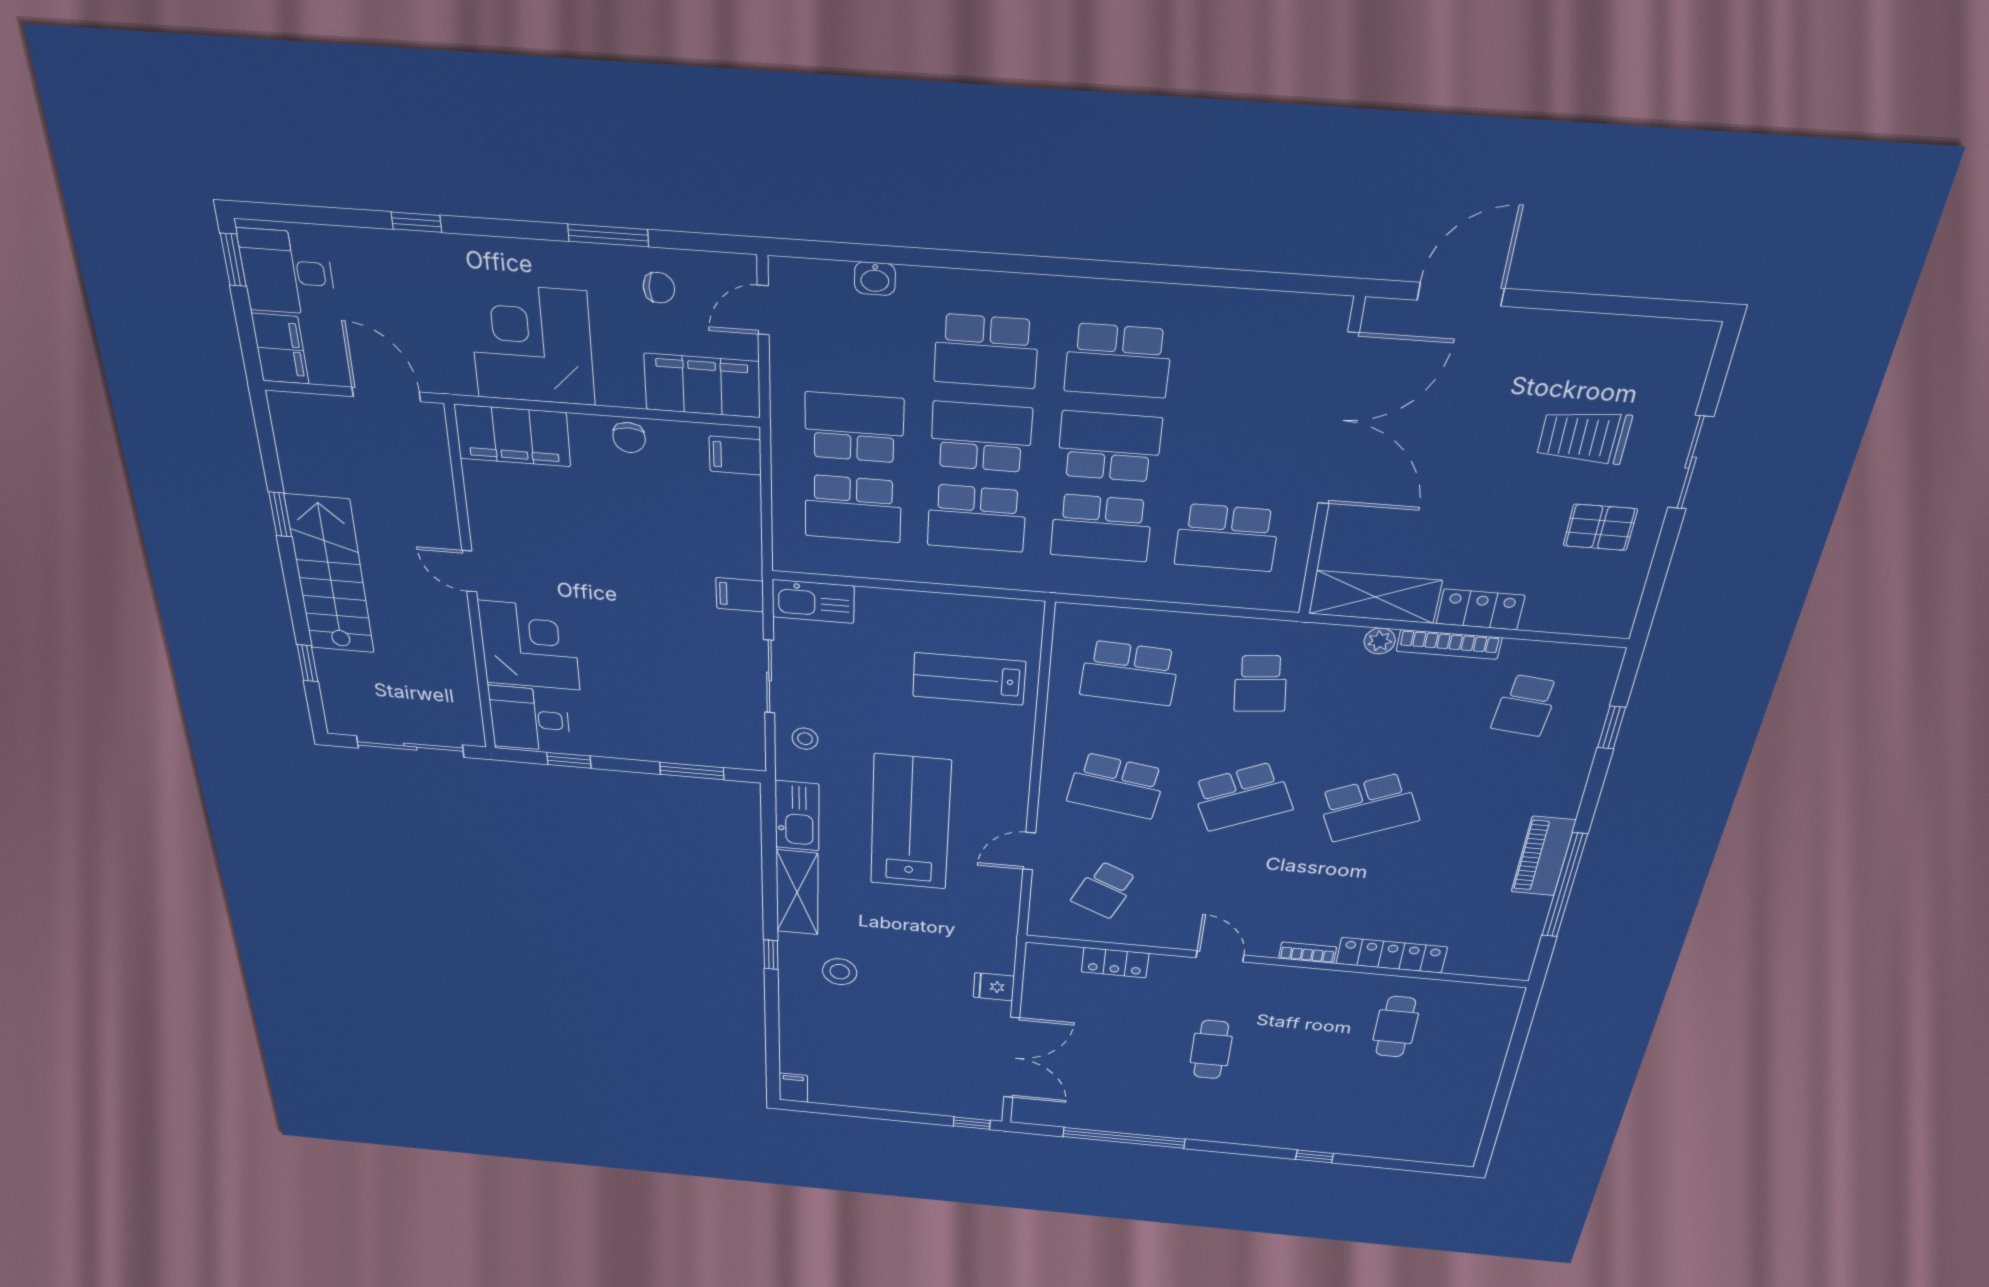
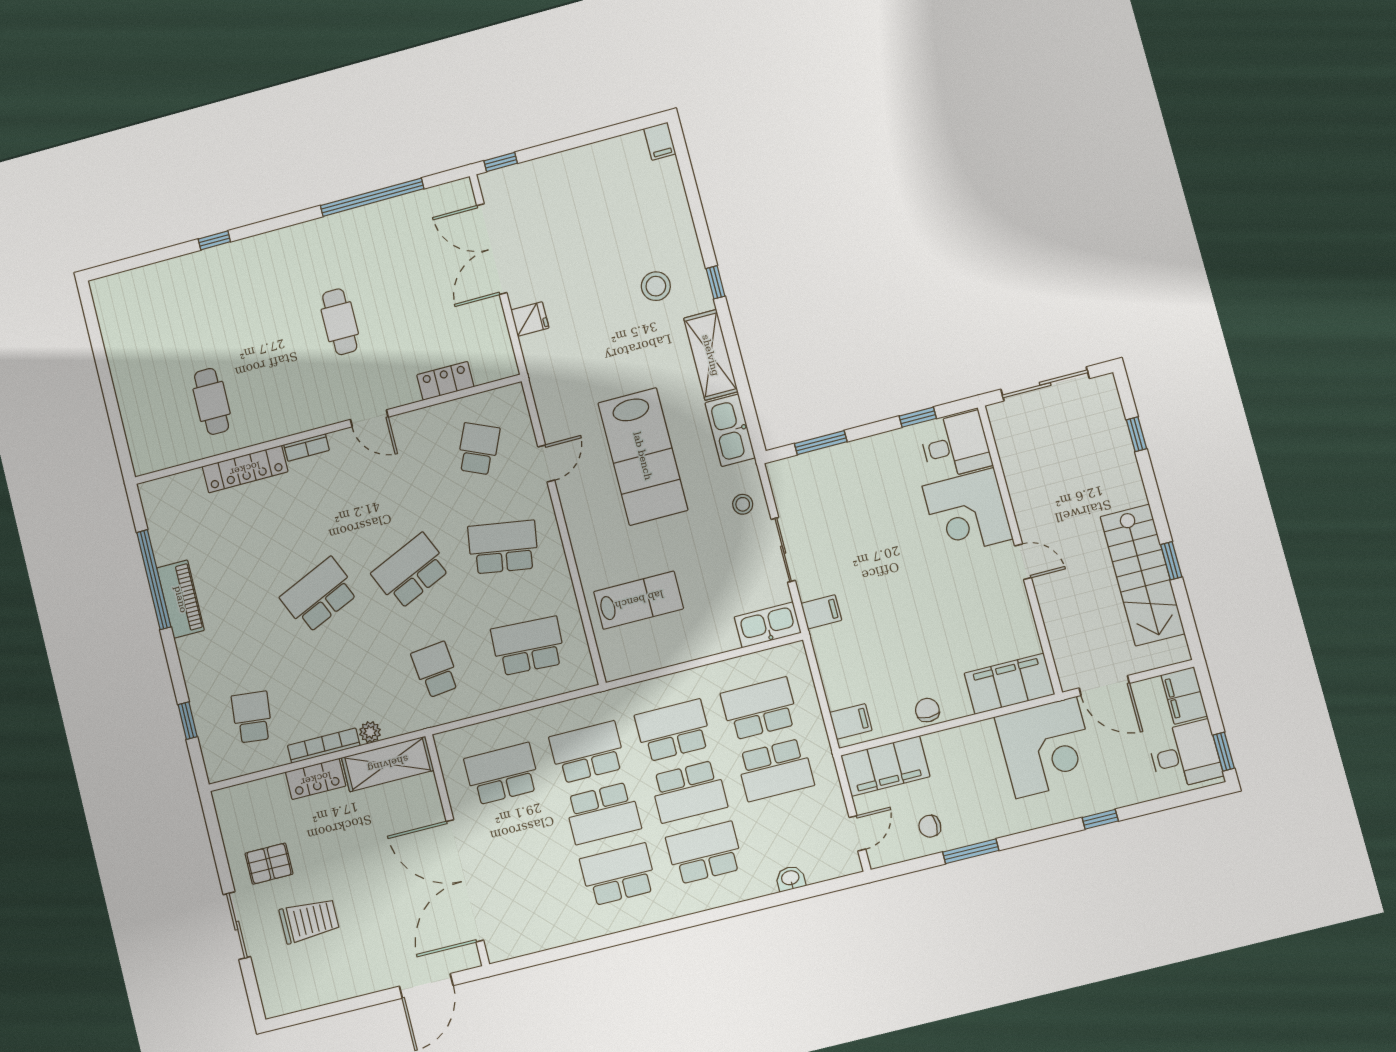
corner desk: (532, 345) -> (1046, 748), moved
stairs: (330, 575) -> (1142, 575), moved

